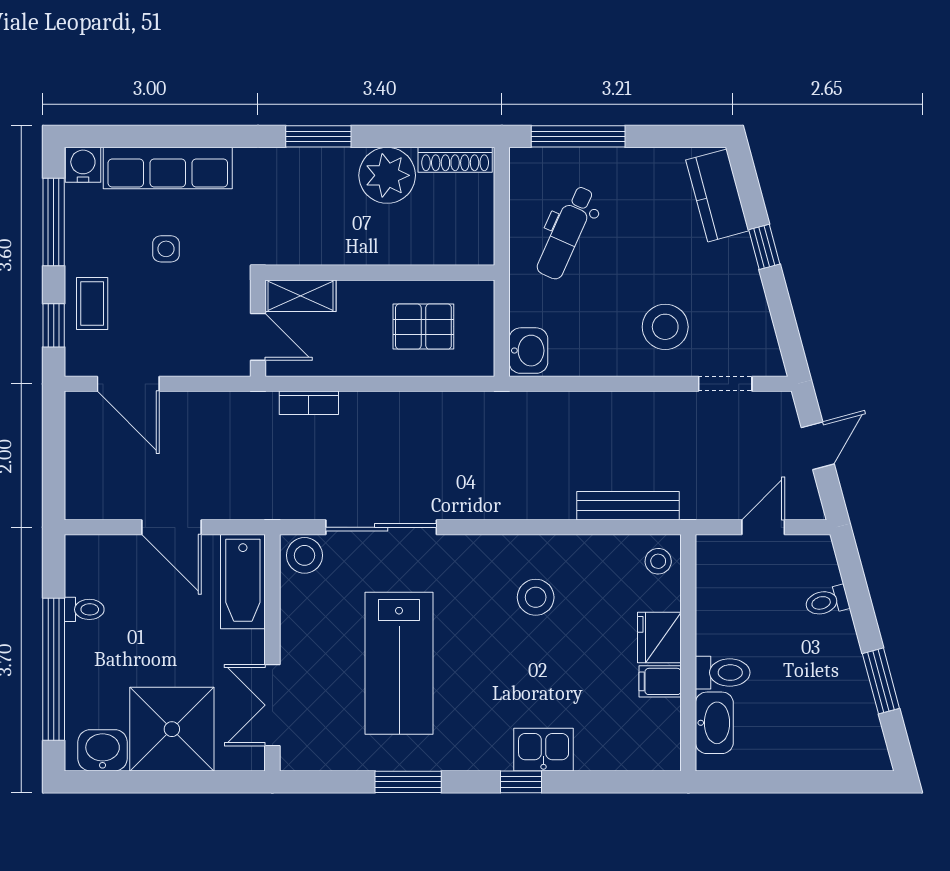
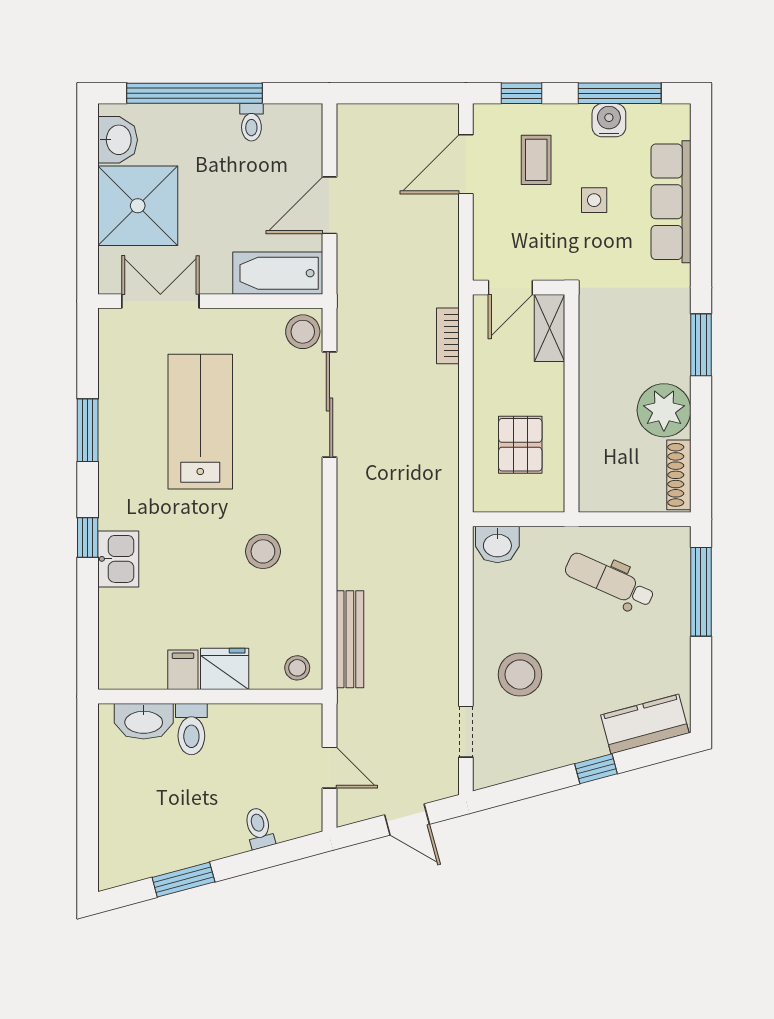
water cooler: (83, 165) -> (609, 120), moved, turned -90
coffee table: (92, 304) -> (536, 160), moved, turned 90
lab bench: (399, 663) -> (200, 422), turned 90

